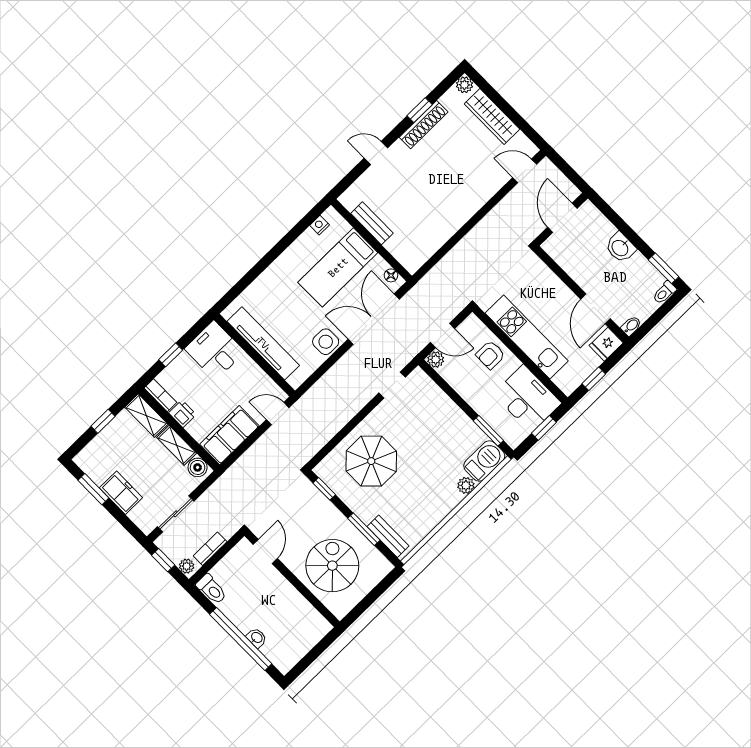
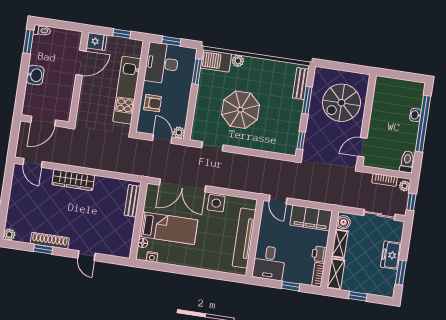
wardrobe: (492, 116) -> (73, 180), moved, turned 90
bench: (372, 223) -> (132, 201), moved
floor lamp: (391, 275) -> (143, 243), moved
bidet: (631, 326) -> (75, 35), removed
parasol: (371, 461) -> (240, 110), moved

